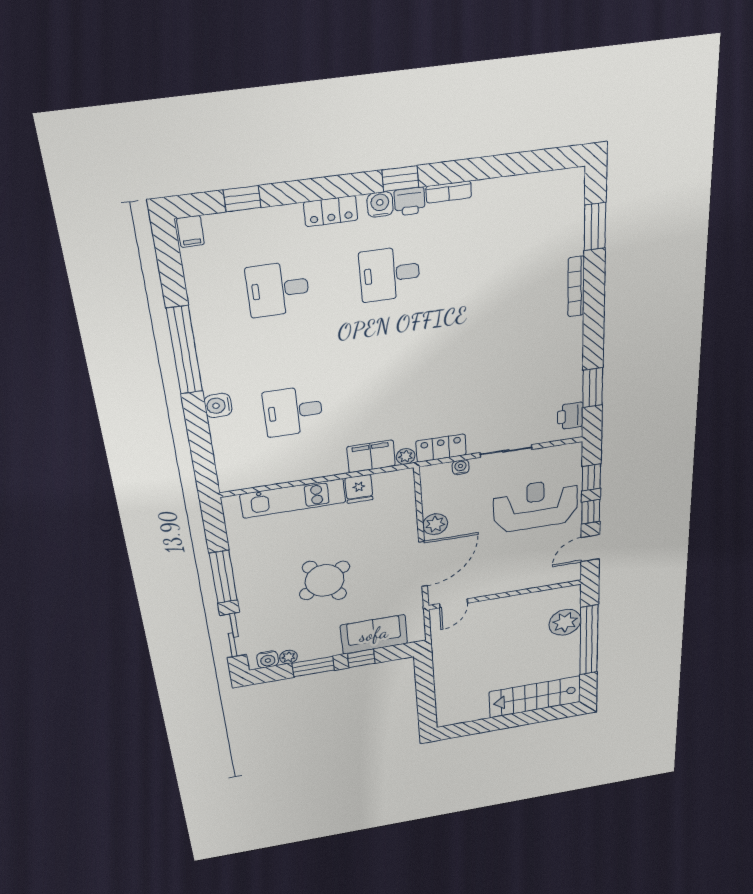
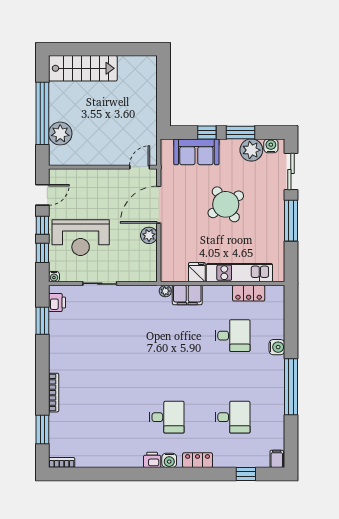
window: (400, 179) -> (157, 474), removed
bookcase: (449, 192) -> (62, 462), moved
locker: (441, 448) -> (249, 293), moved
water cooler: (461, 467) -> (54, 277), moved
plant: (288, 657) -> (251, 150), width x1.88, depth x1.88

